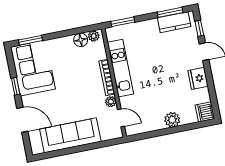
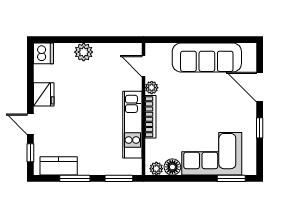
window: (170, 12) -> (75, 178), moved
corner sofa: (33, 68) -> (212, 154), moved, turned 90

